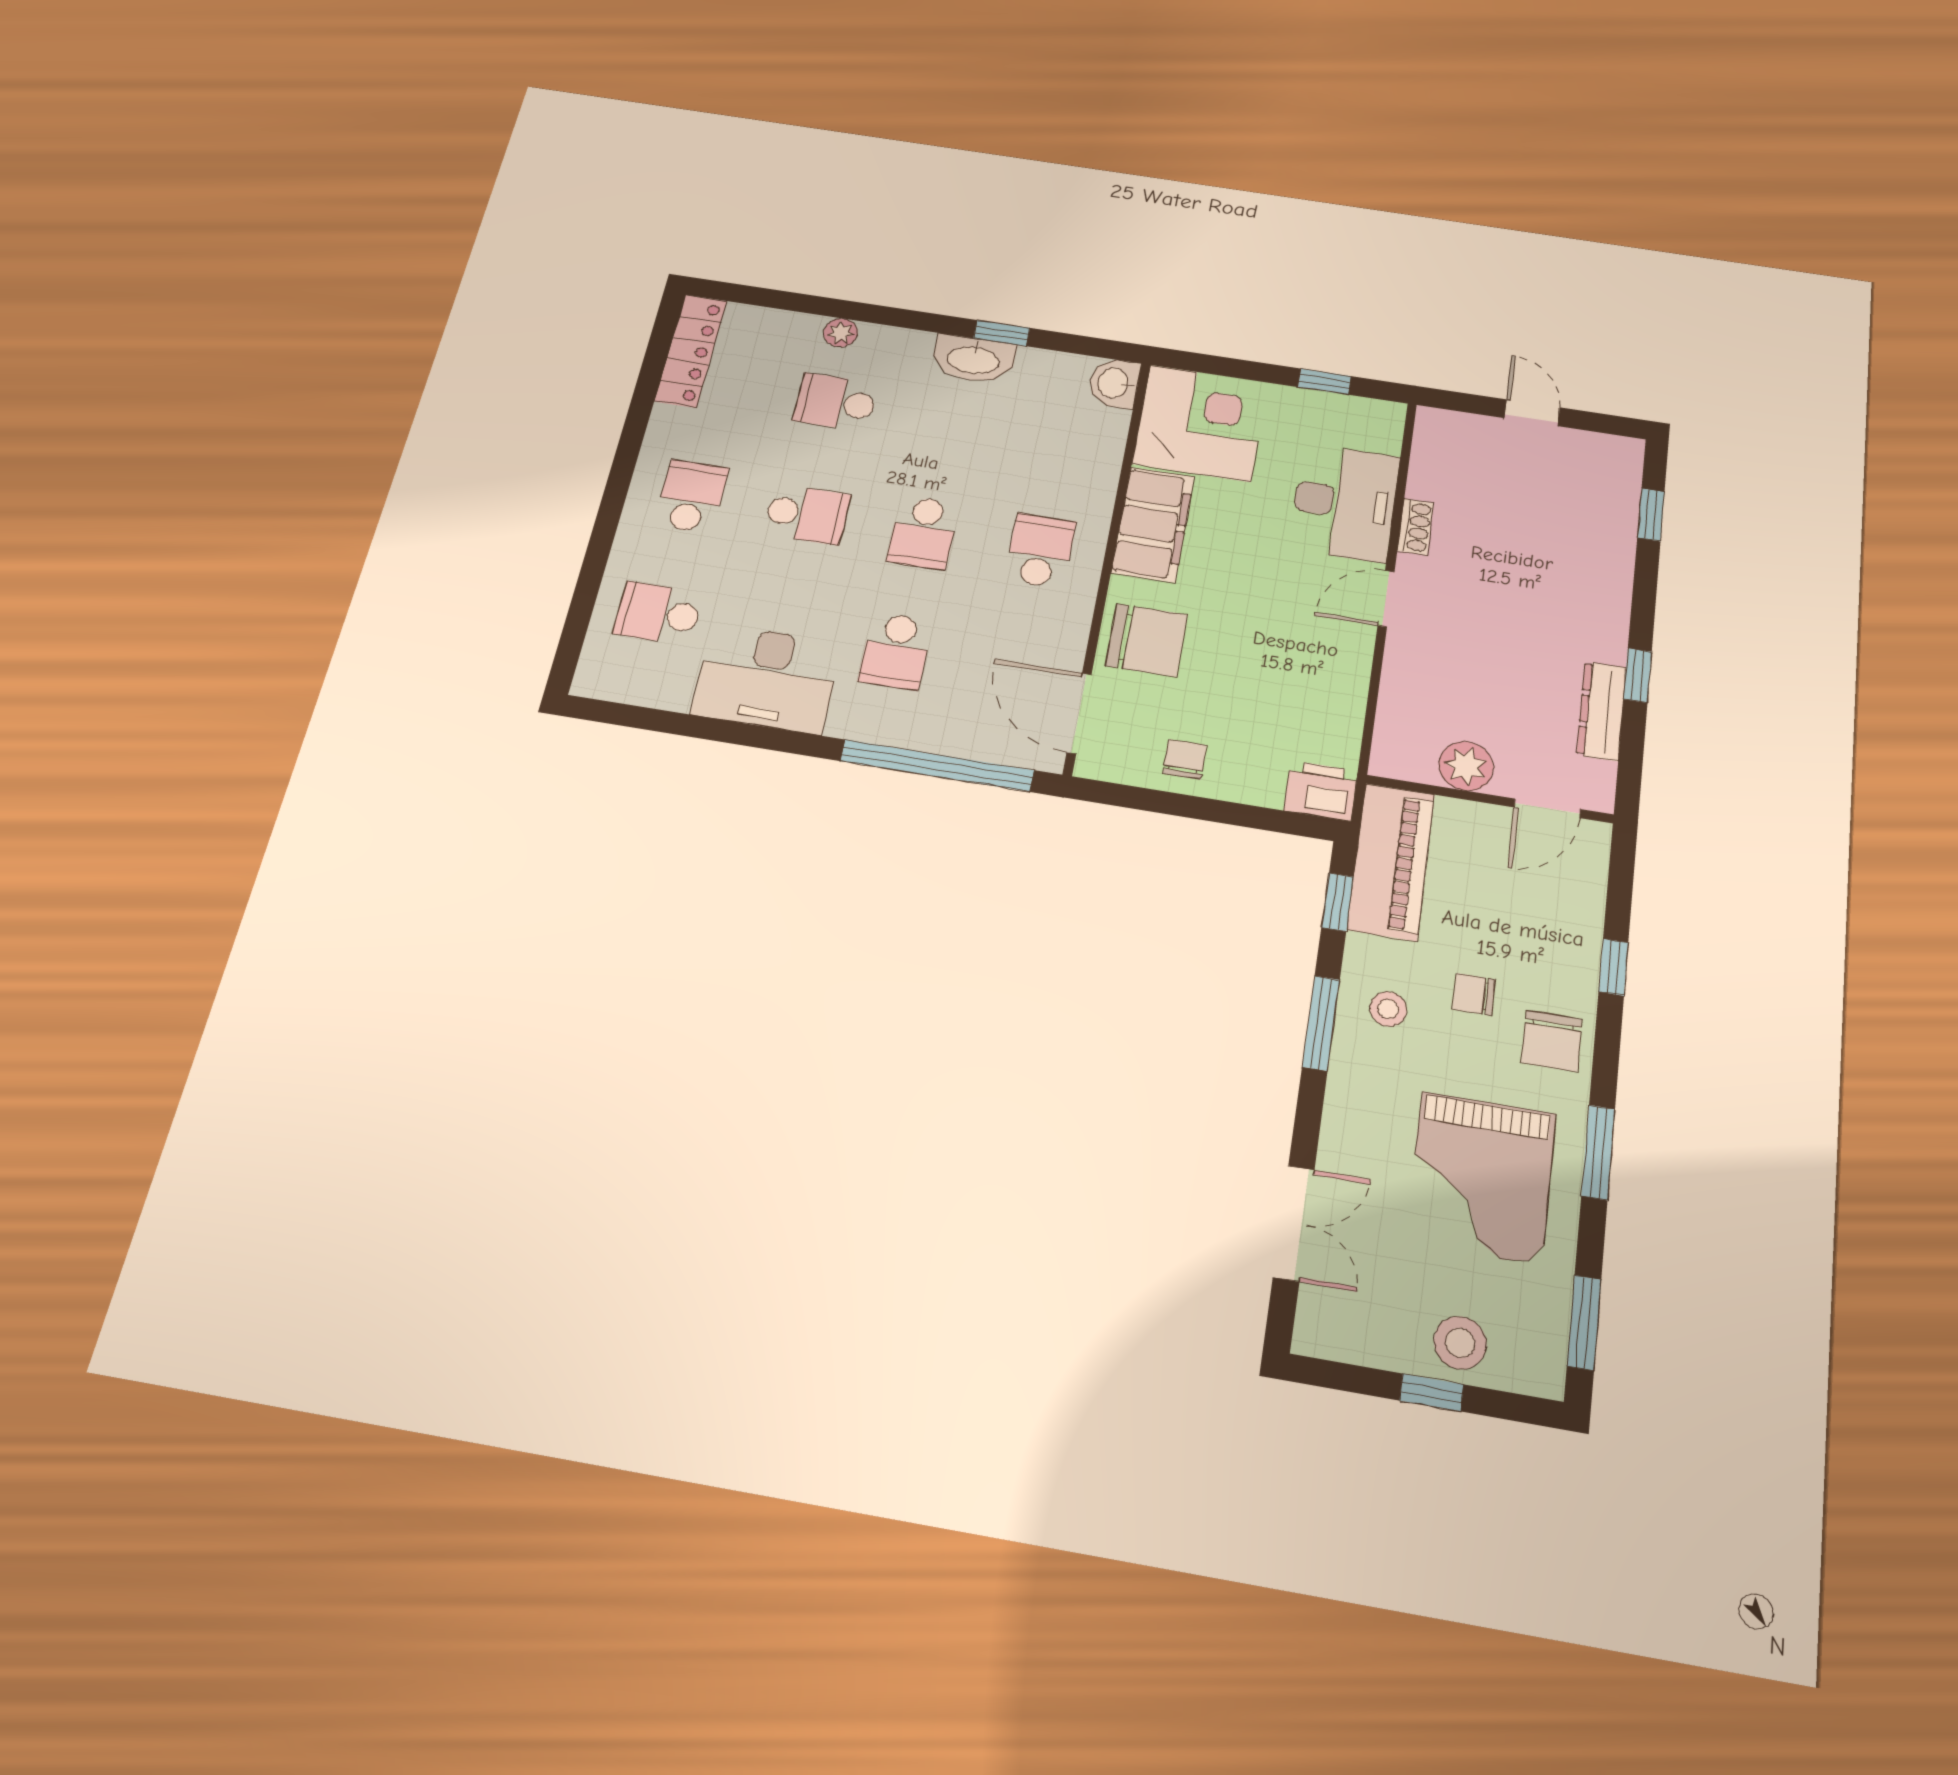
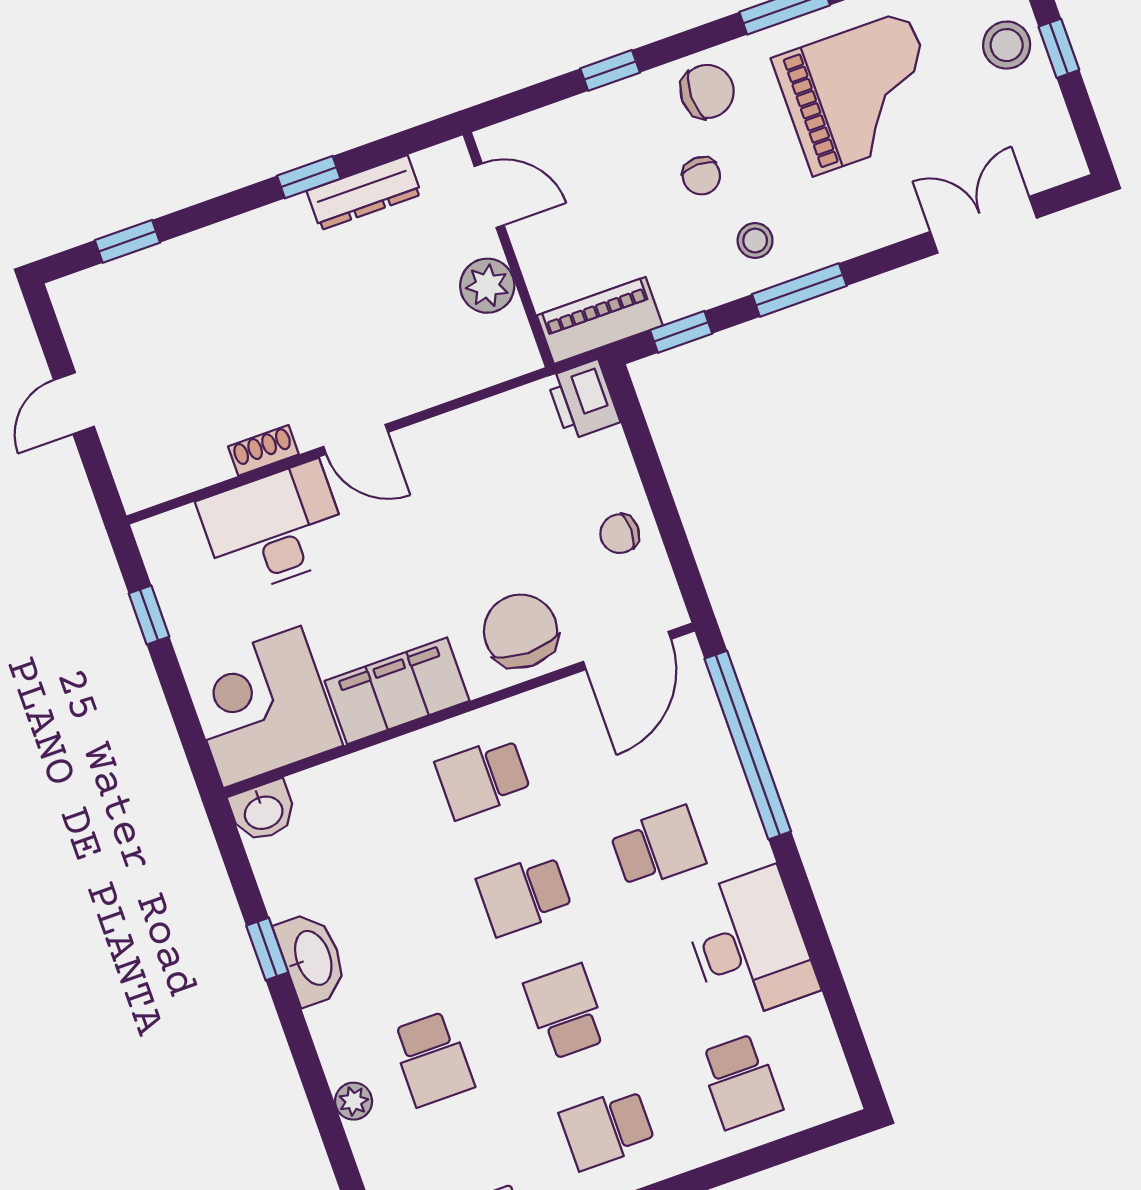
school desk: (923, 532) -> (524, 895), turned 180
piano: (1391, 861) -> (600, 320), width x0.73, depth x0.75

